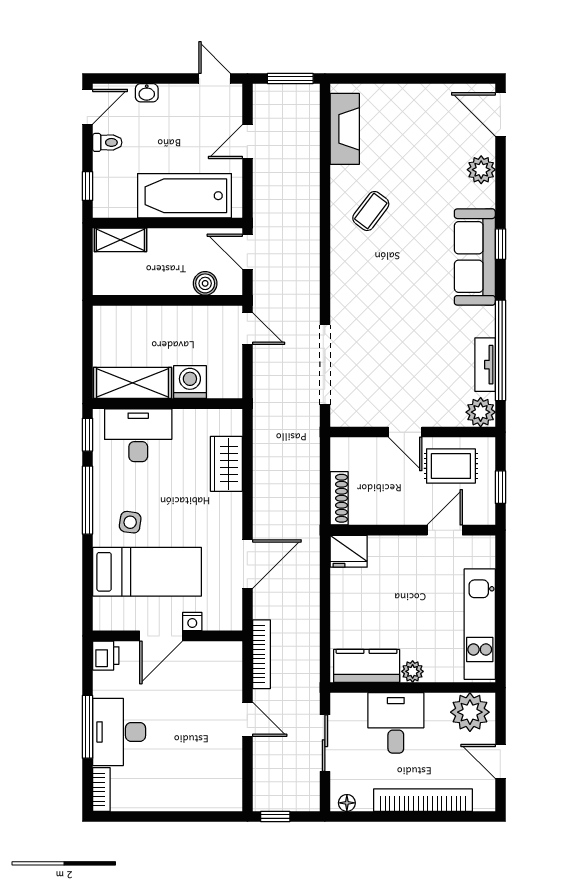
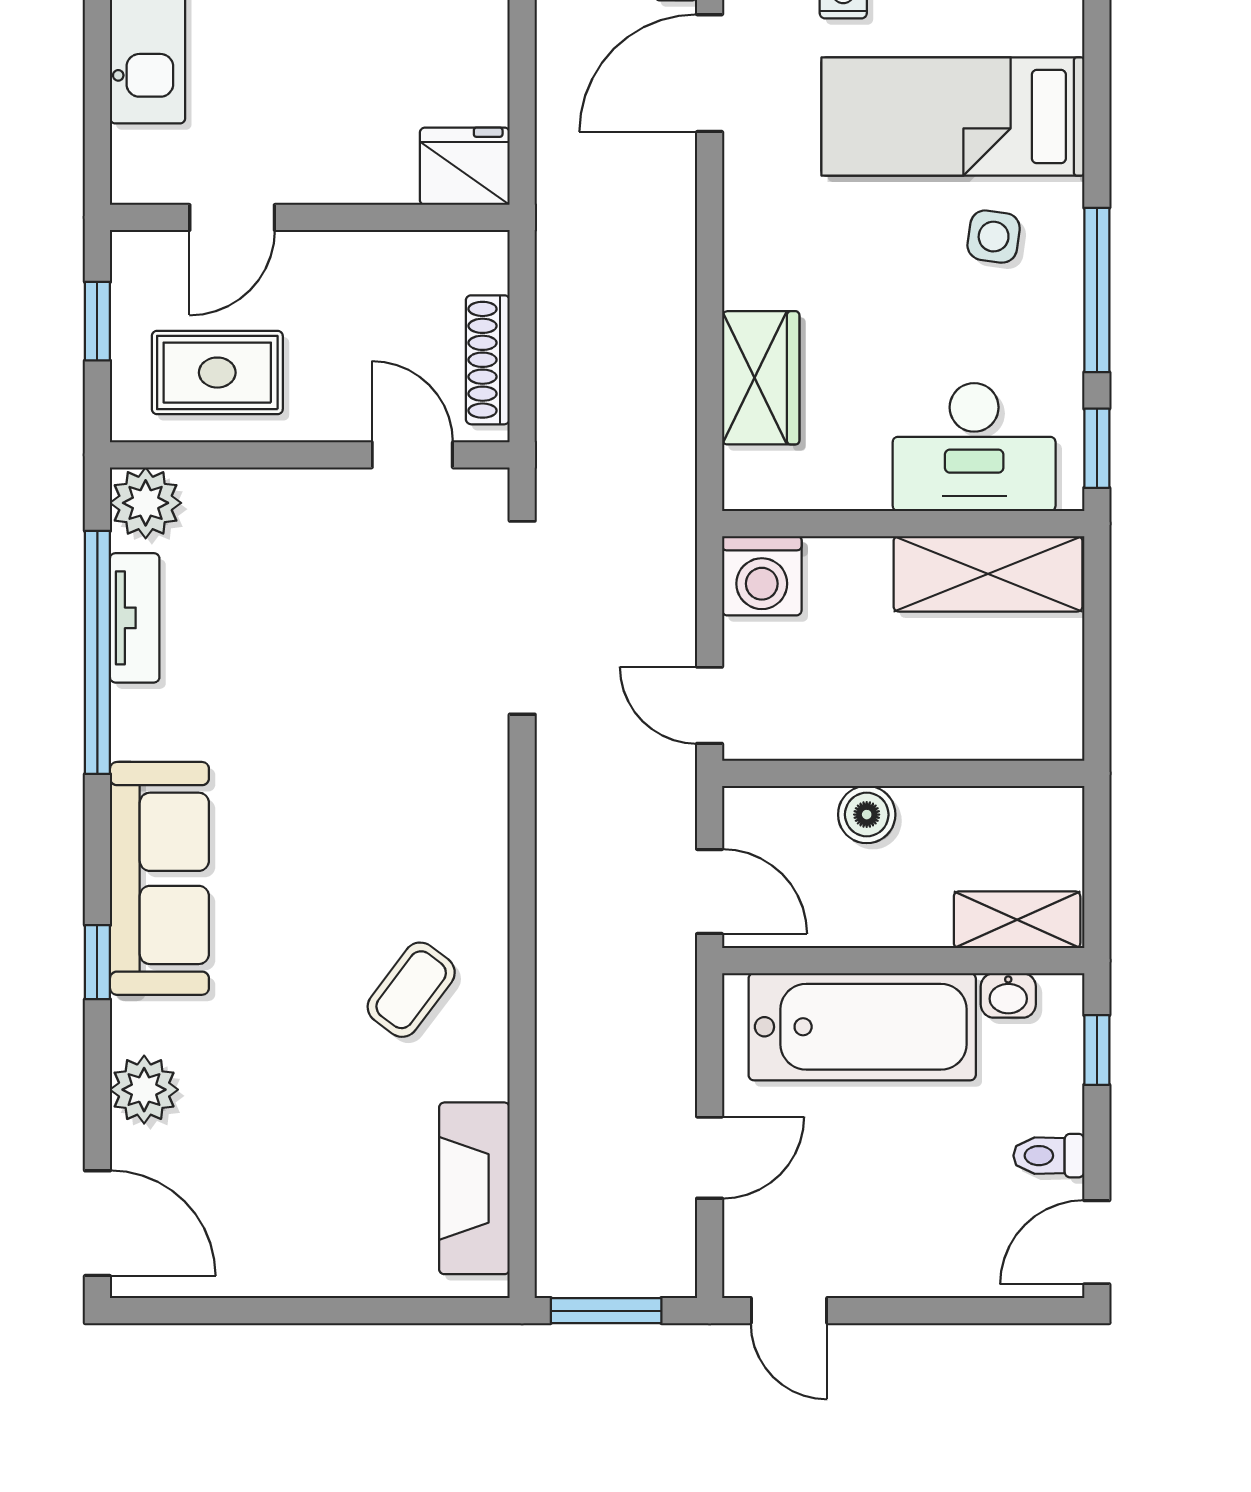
washbasin: (147, 93) -> (1008, 995), moved, turned 180
window: (500, 244) -> (97, 962), moved
boiler: (205, 283) -> (867, 815), moved
washing machine: (190, 382) -> (762, 576), moved
door: (405, 432) -> (412, 455), moved
shoe rack: (339, 498) -> (488, 360), moved
door: (247, 564) -> (710, 73), moved

